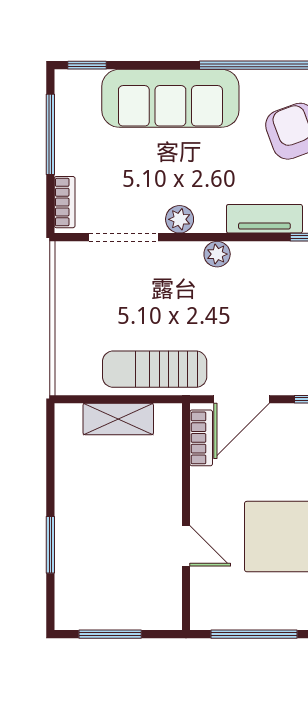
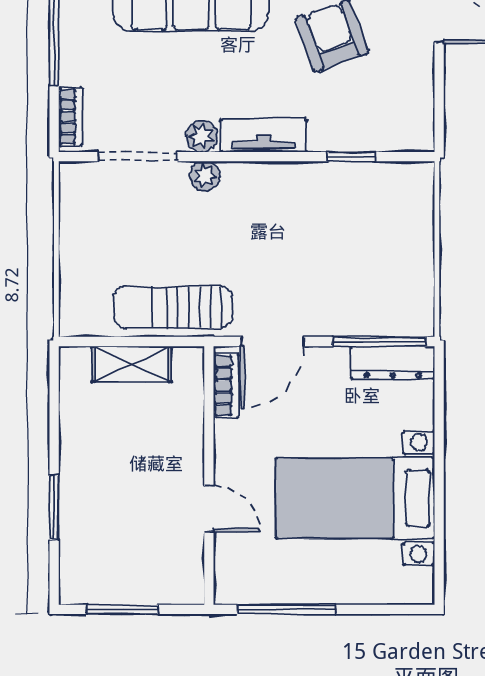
tv unit: (264, 219) -> (264, 136), moved
plant: (217, 254) -> (205, 176), moved

